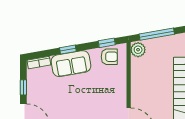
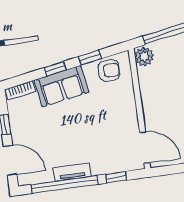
window: (107, 43) -> (90, 58), moved

